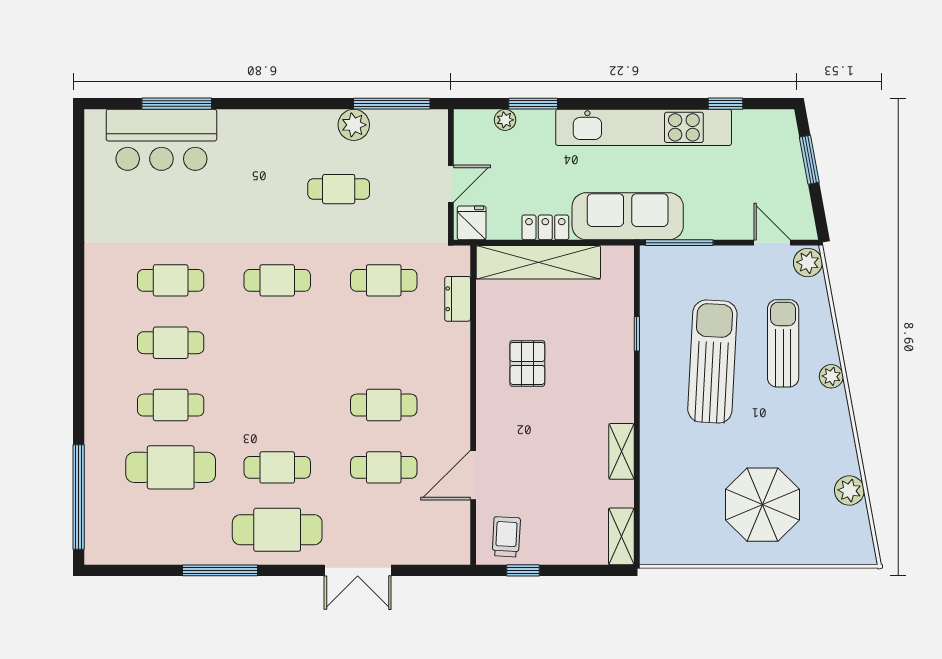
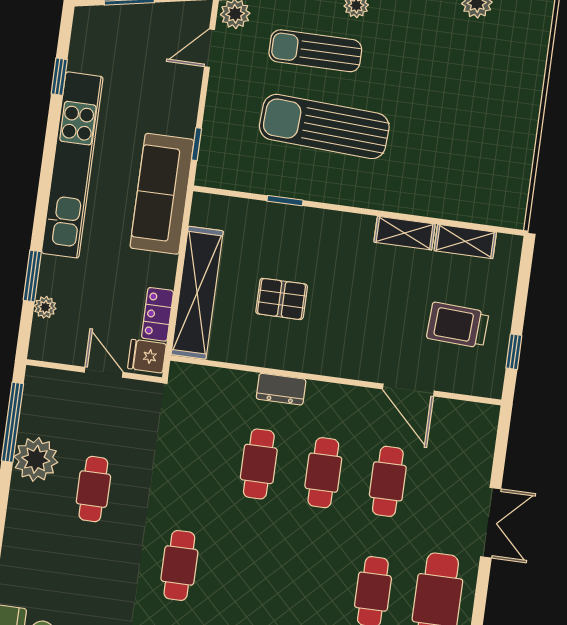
plant: (354, 125) -> (36, 459), width x1.36, depth x1.36
locker: (545, 227) -> (157, 314), moved
window: (679, 243) -> (196, 144), width x0.46
cafe table: (384, 280) -> (259, 464), moved
dresser: (458, 299) -> (281, 389), moved
pallet: (527, 363) -> (282, 299), moved
parasol: (763, 505) -> (479, 95), removed
shelving: (621, 536) -> (465, 241), moved
trolley: (506, 537) -> (458, 325), moved, width x1.36, depth x1.39

